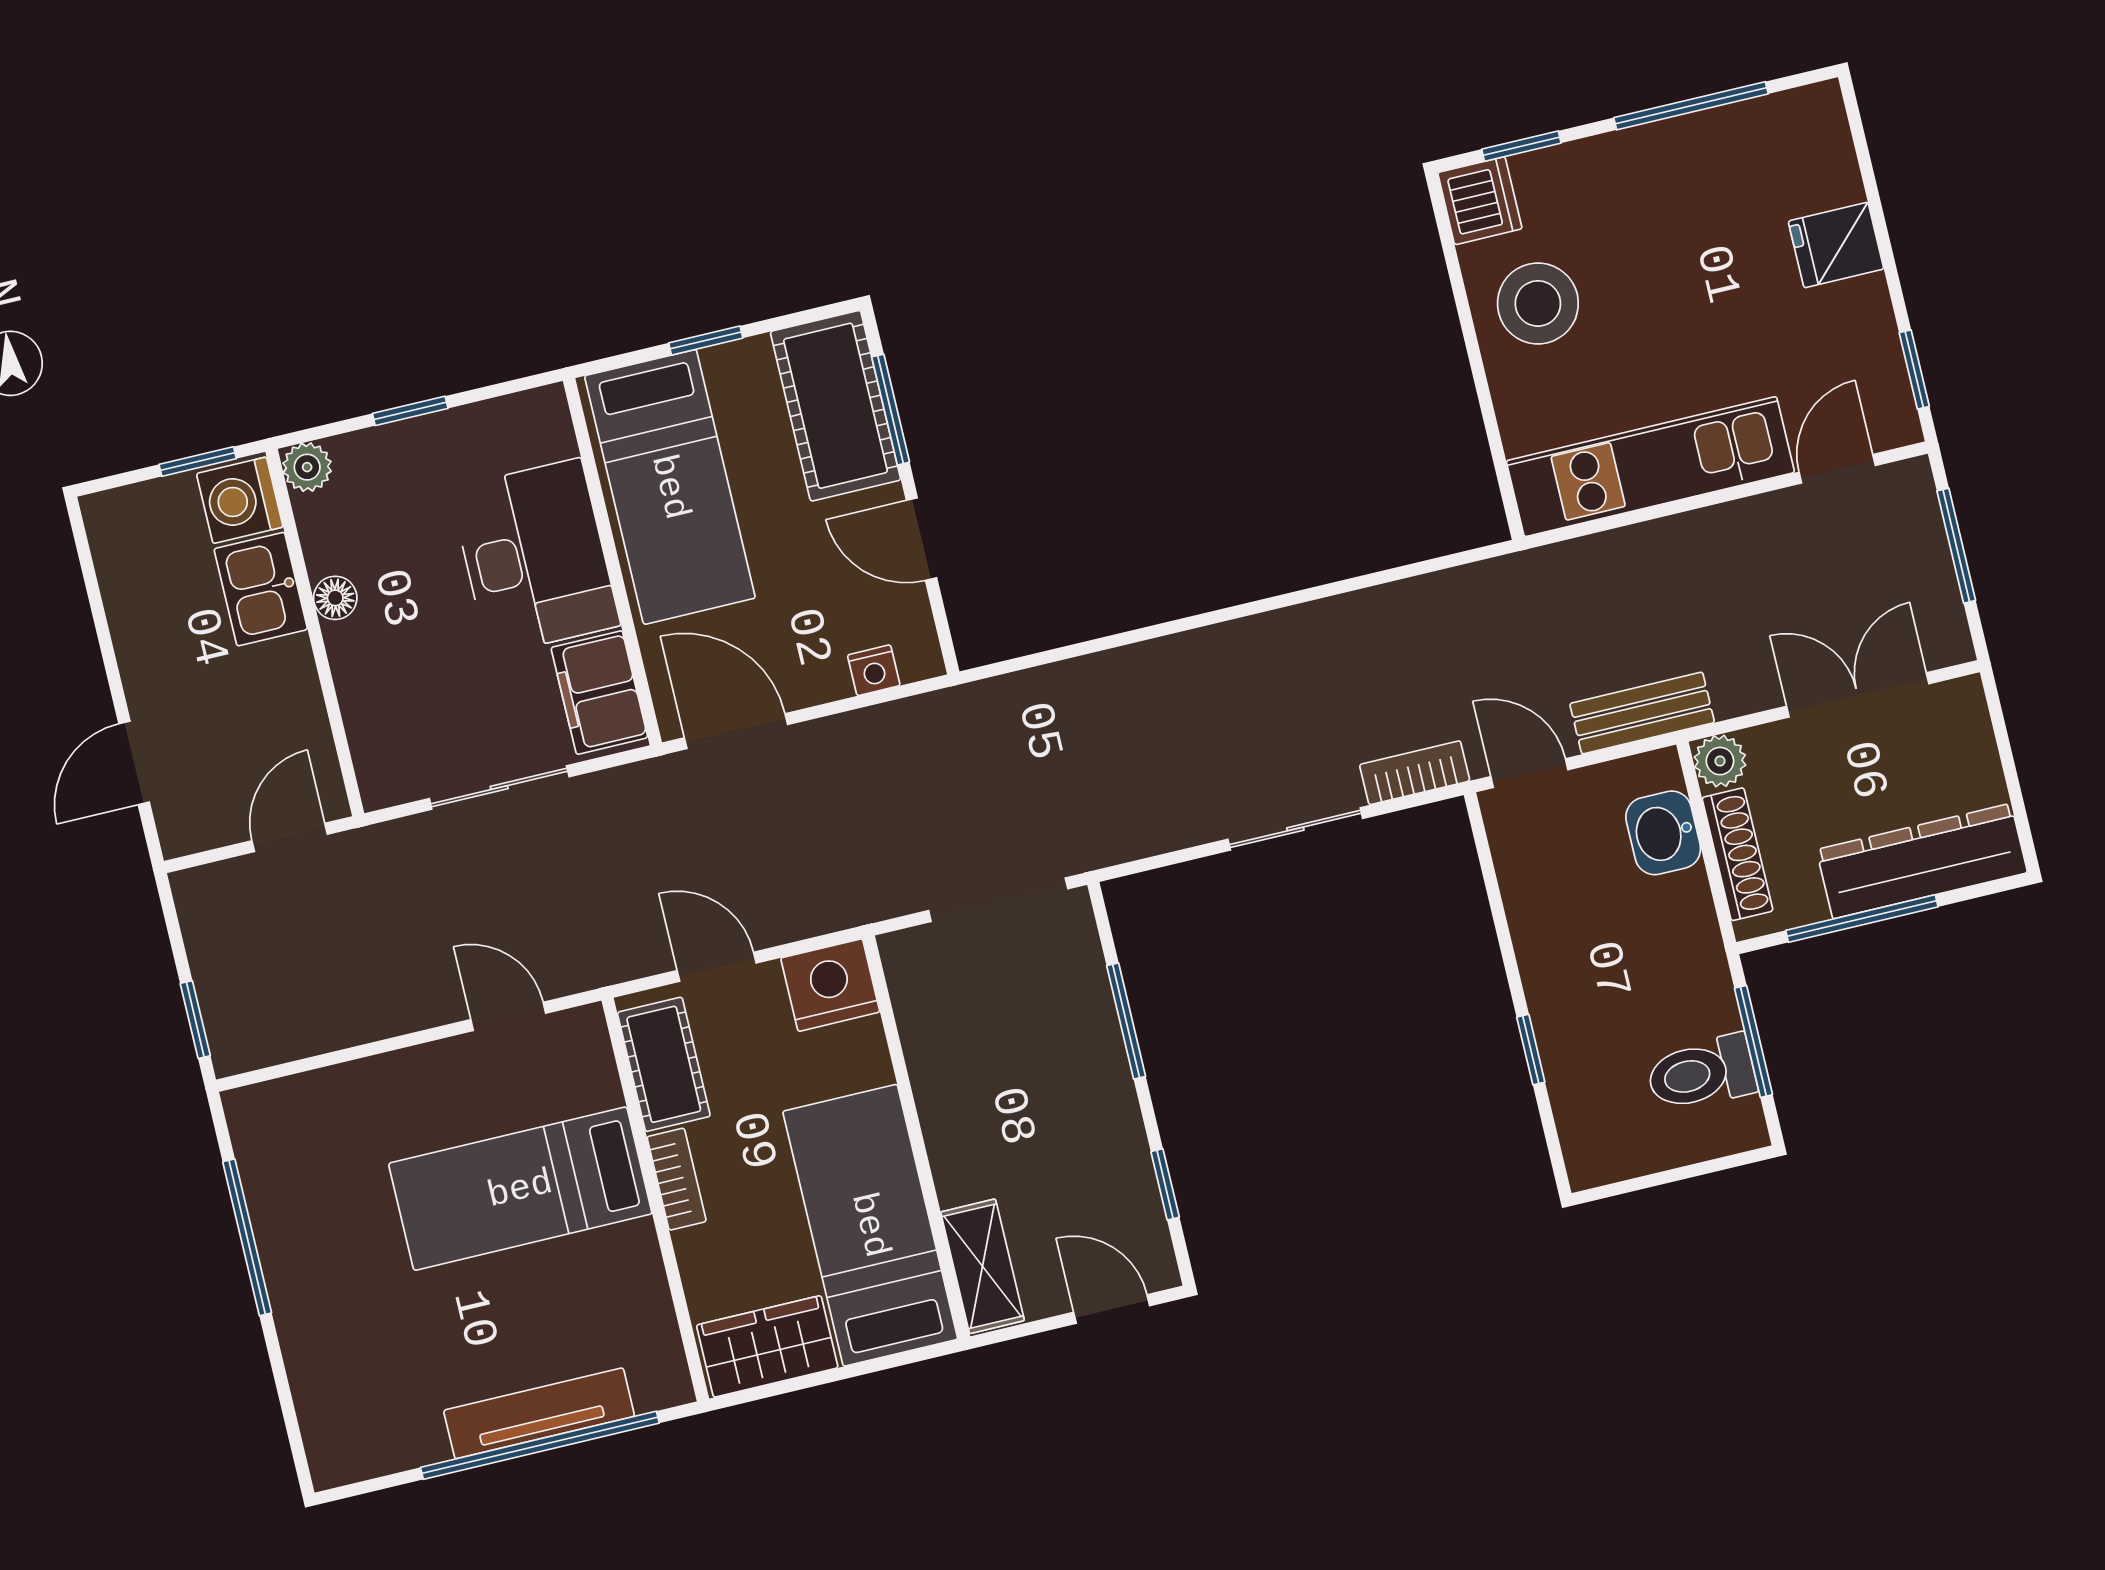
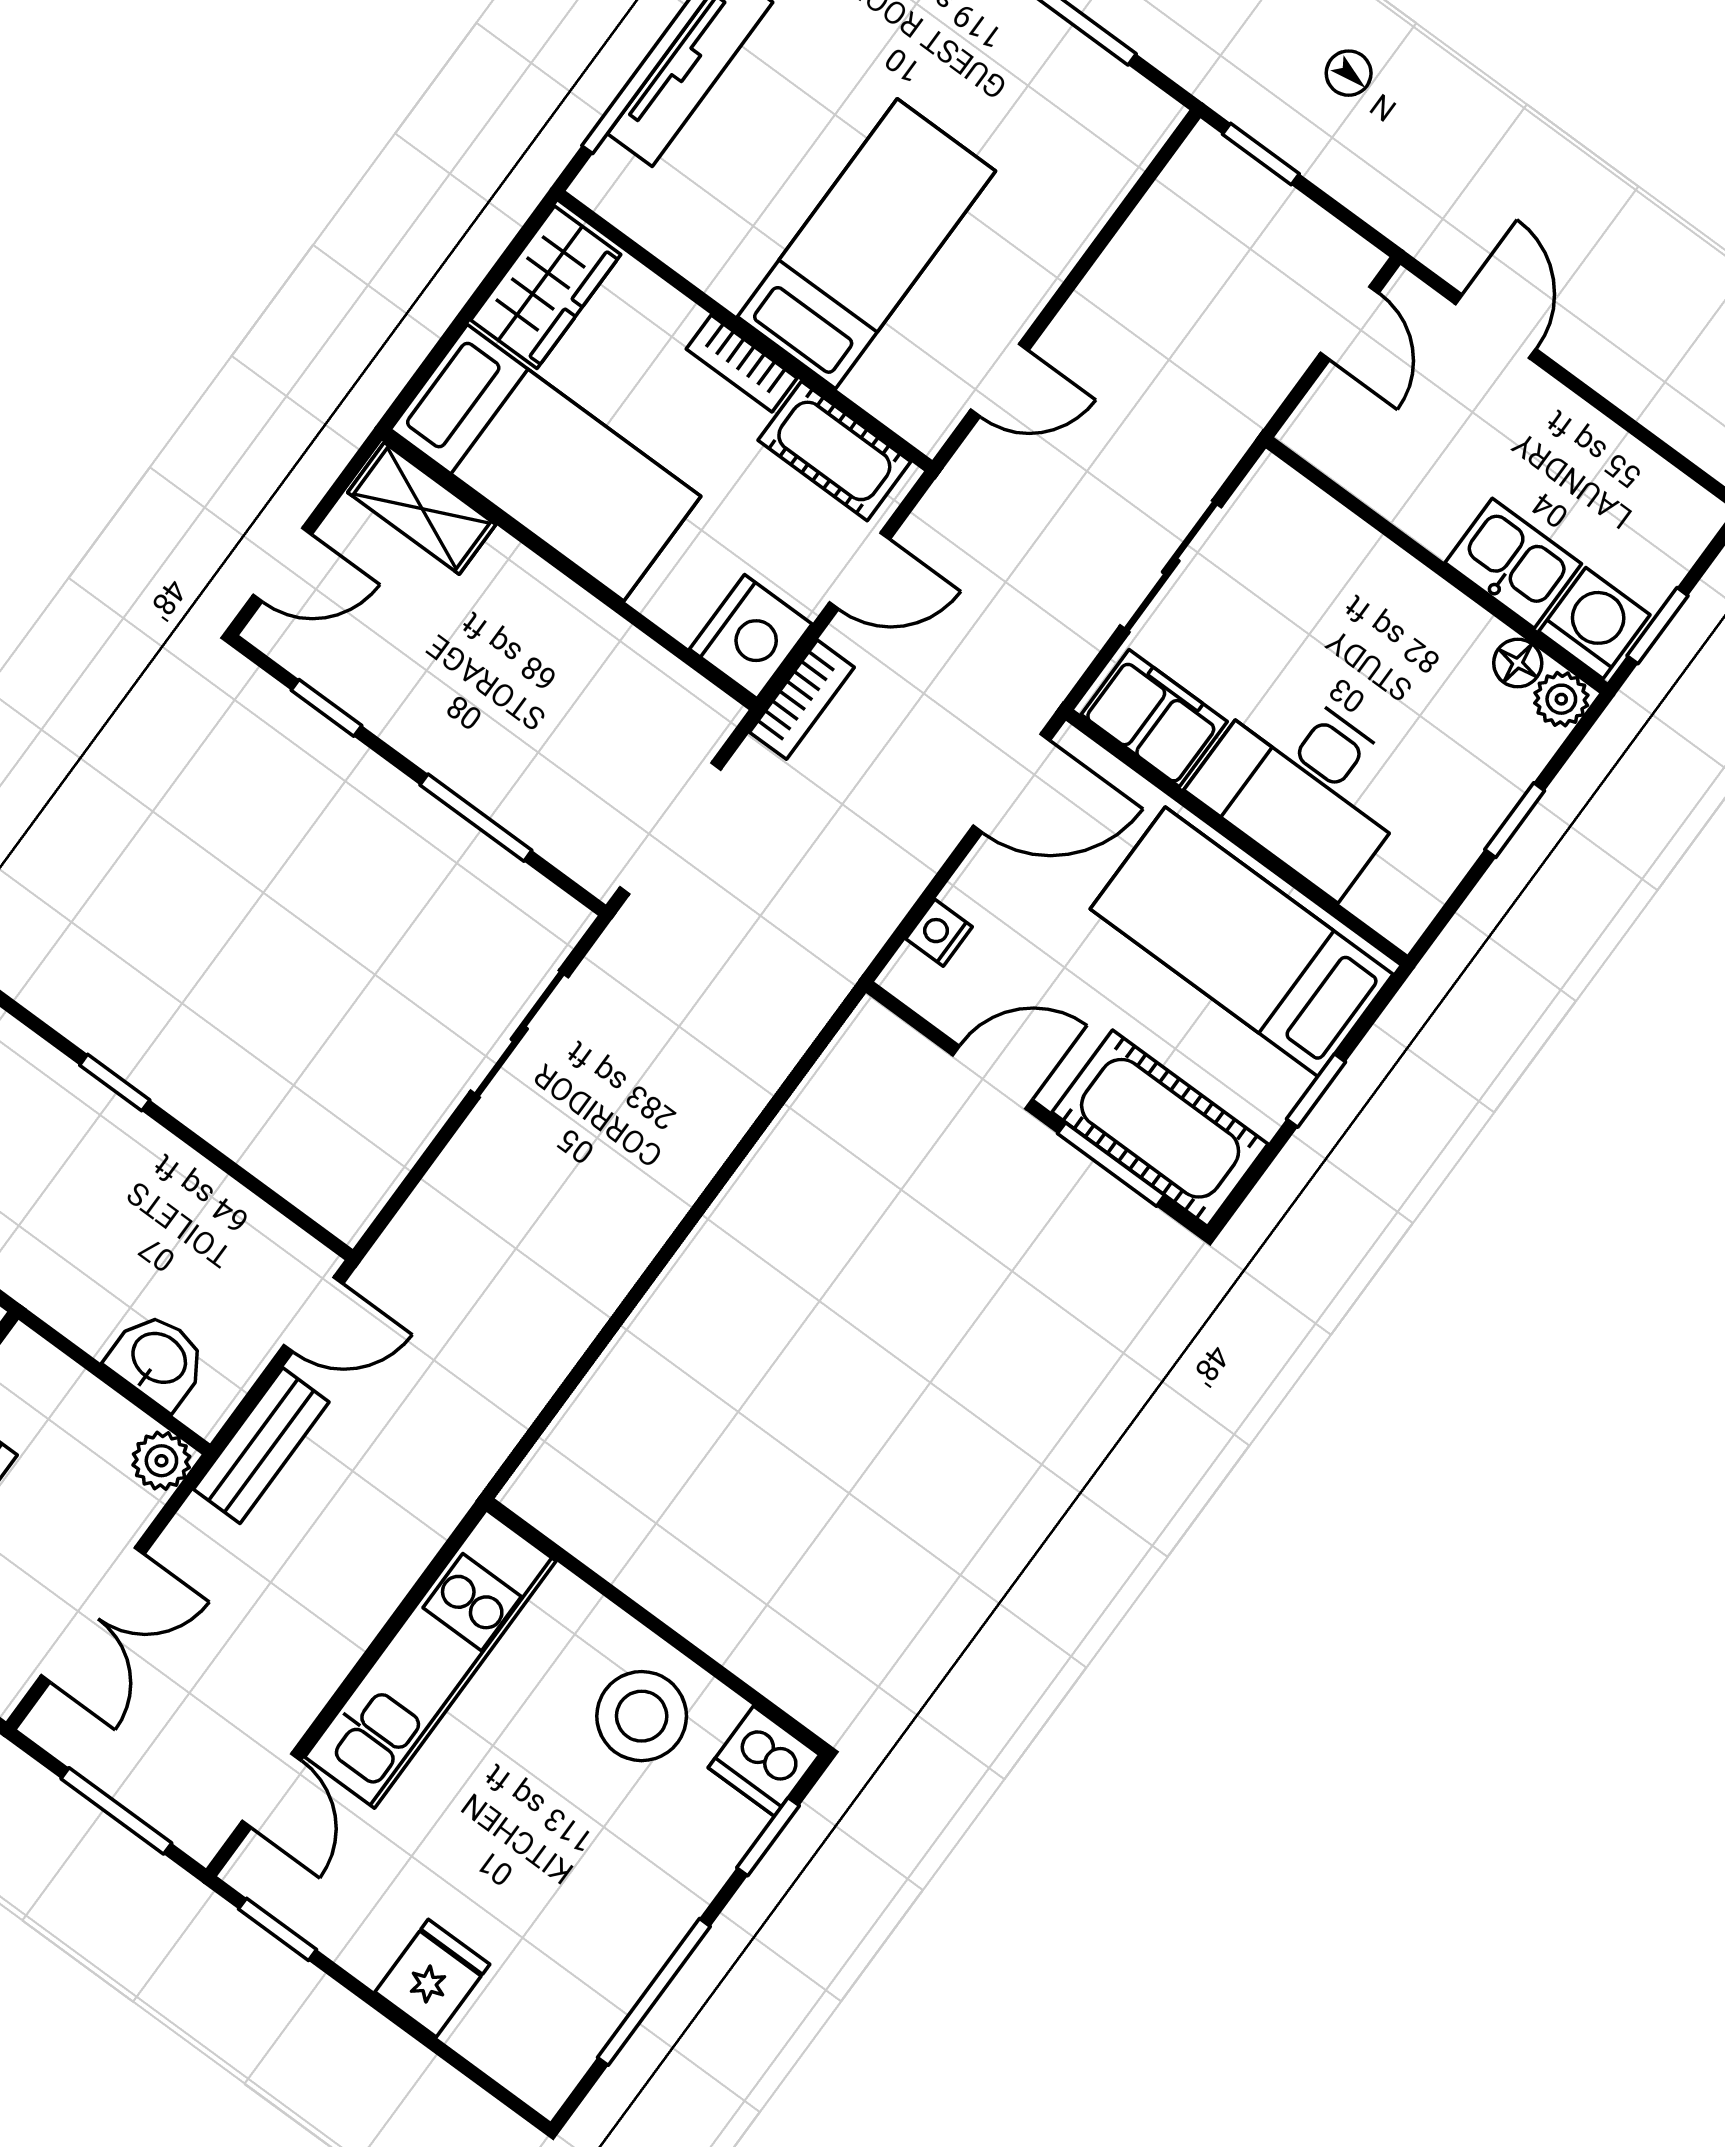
floor lamp: (335, 598) -> (1518, 663), moved
bookcase: (1415, 773) -> (802, 700), moved
sliding door: (1295, 829) -> (519, 1034), moved
door: (290, 837) -> (1350, 323), moved
shoe rack: (1737, 854) -> (80, 1395), removed

